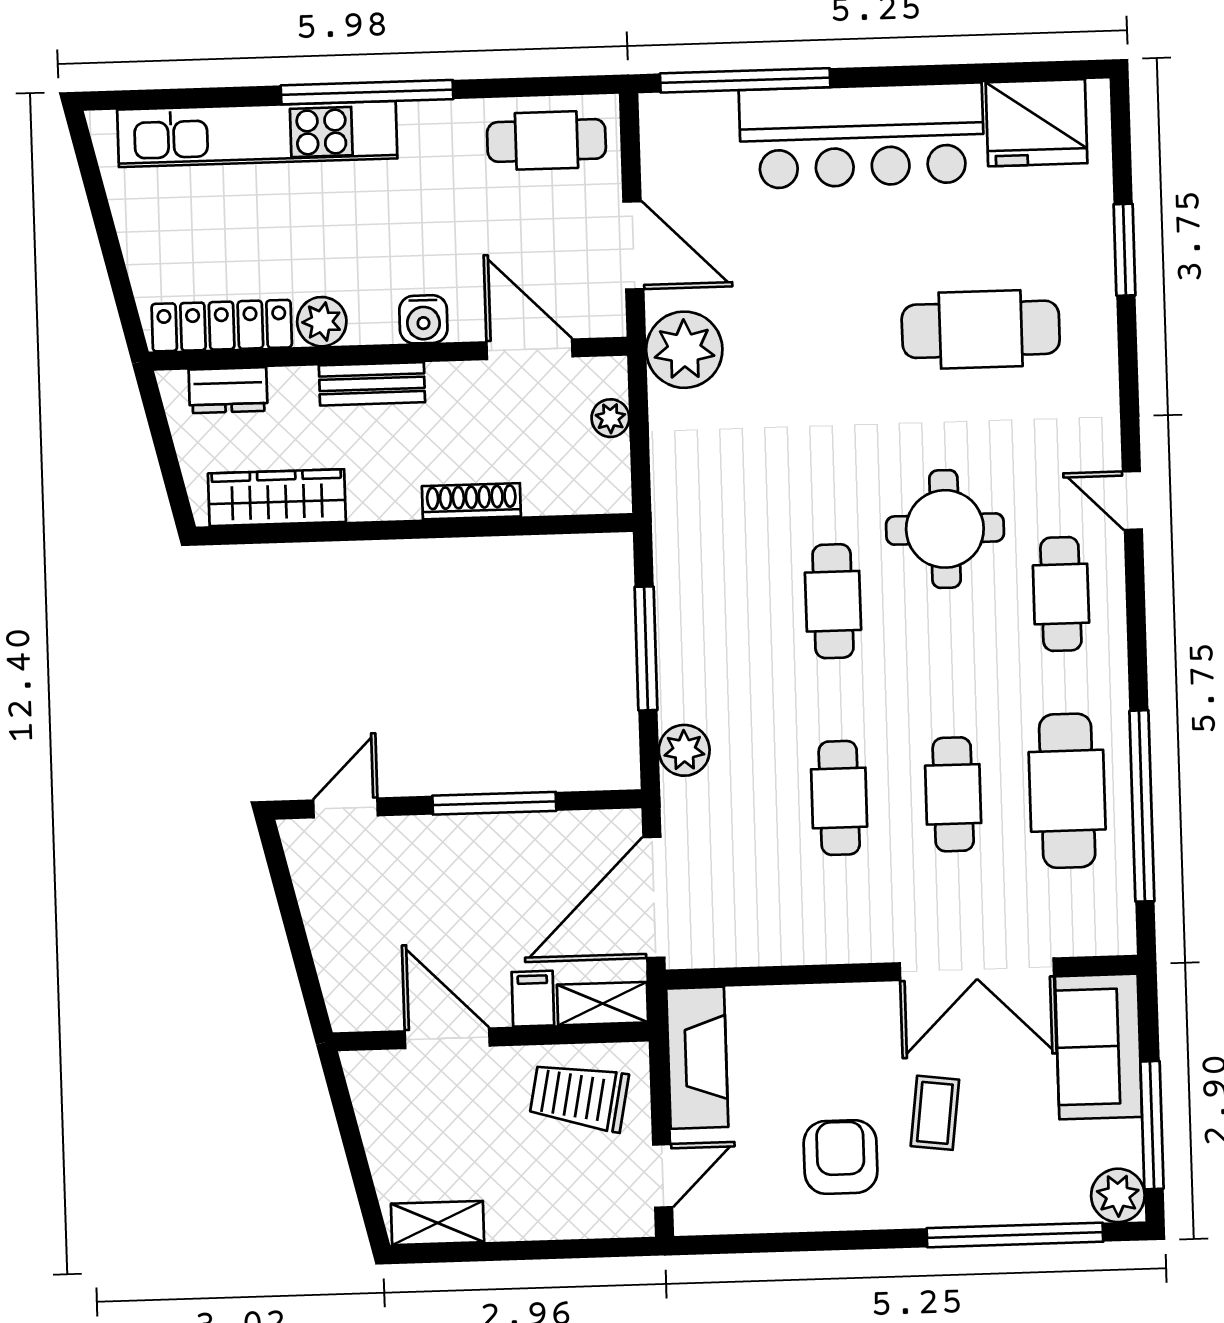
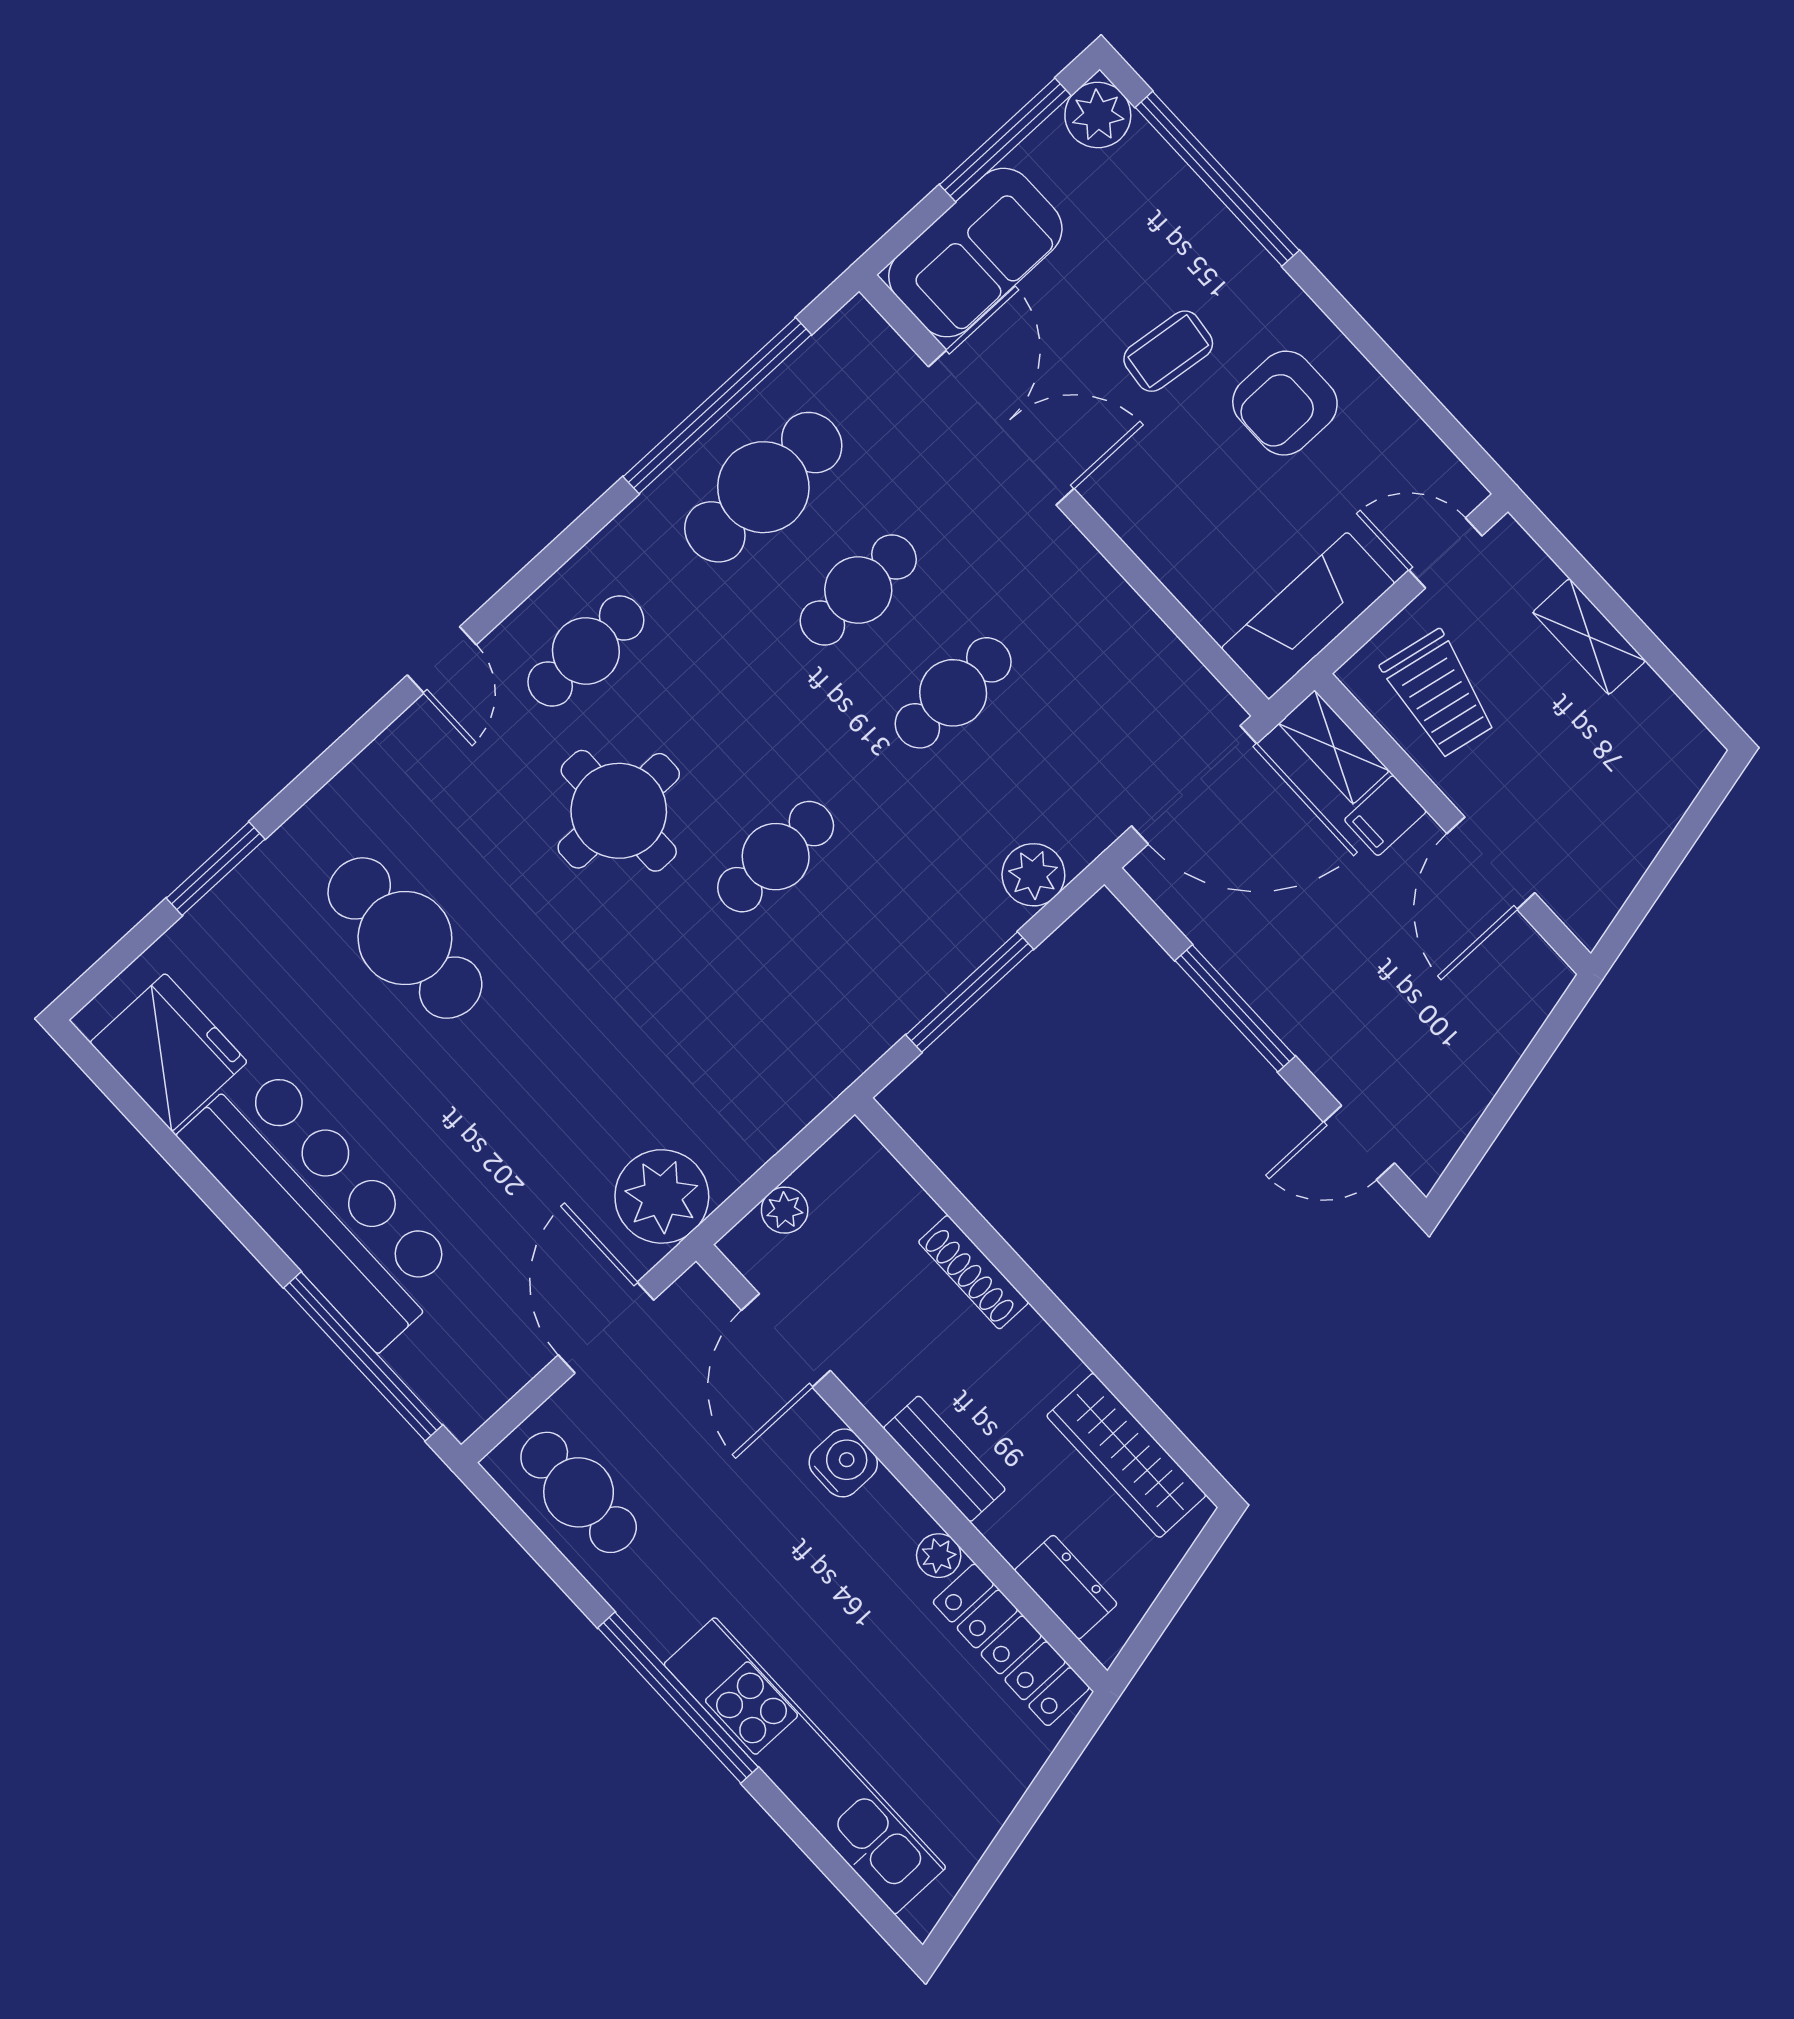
plant: (322, 322) -> (939, 1556), width x0.73, depth x0.73
shelving: (438, 1223) -> (1589, 637), moved

